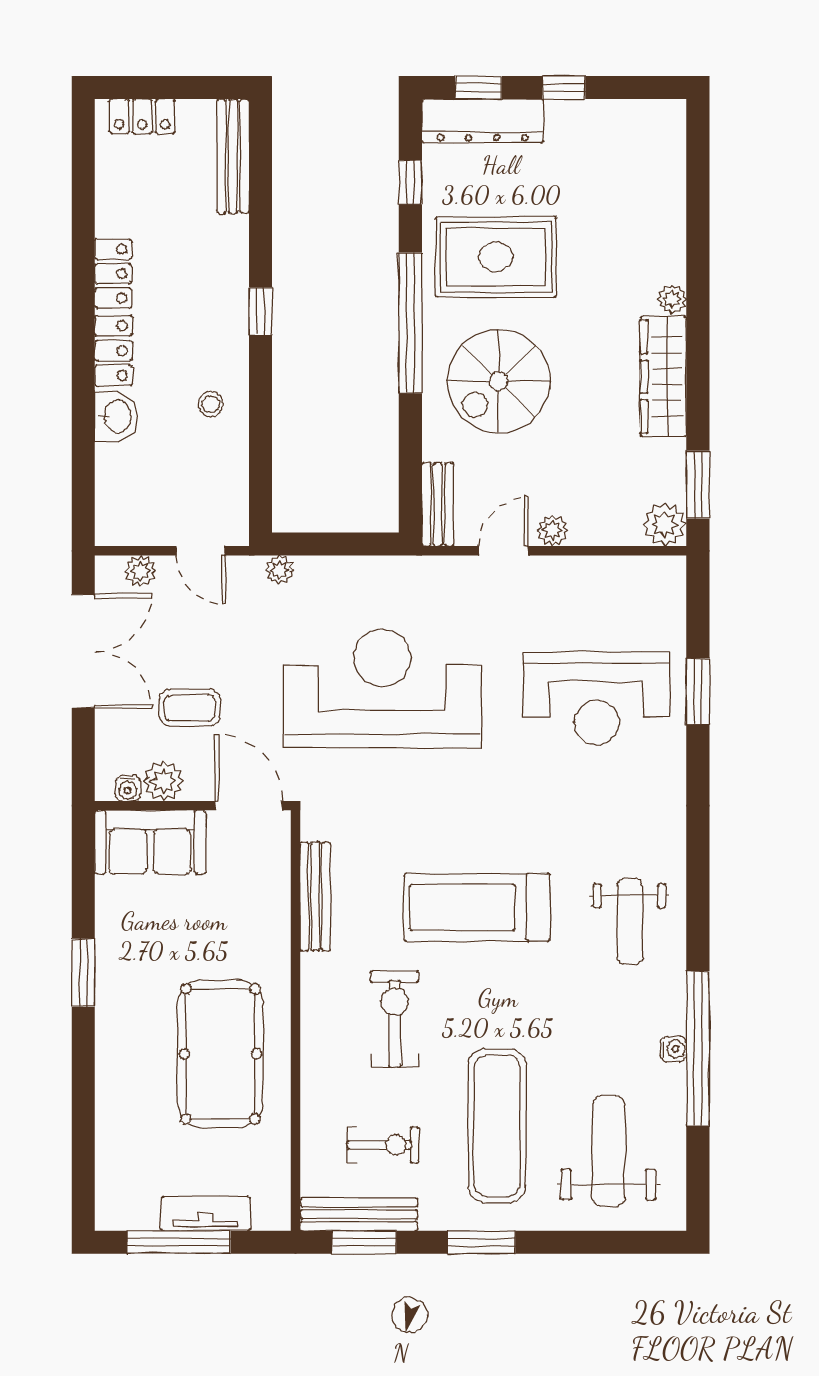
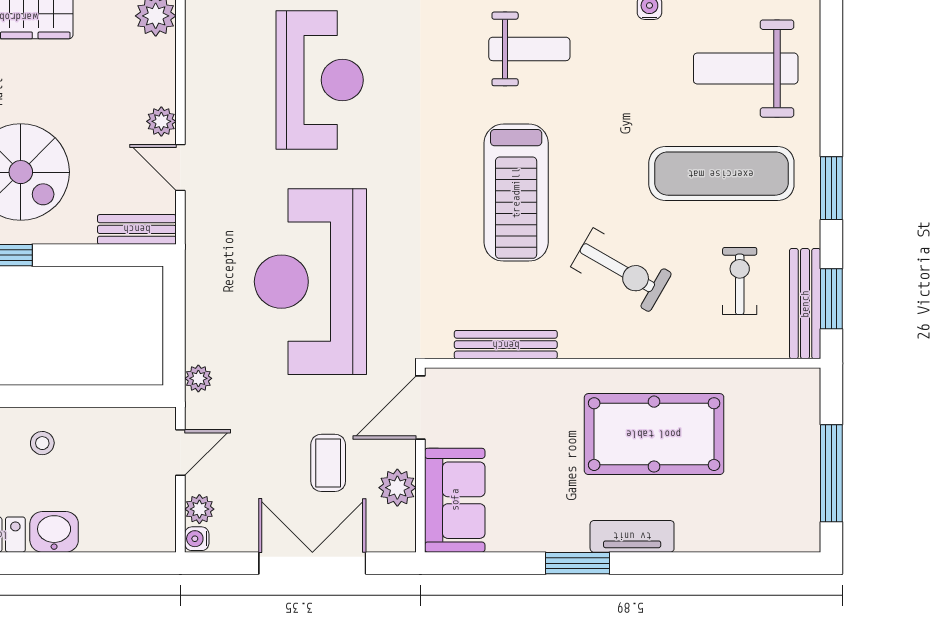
double door: (83, 651) -> (312, 563), moved
water cooler: (128, 788) -> (197, 539), moved, turned 180
exercise bike: (395, 1019) -> (621, 270), turned -150
tv unit: (206, 1214) -> (632, 536), moved, turned 90

